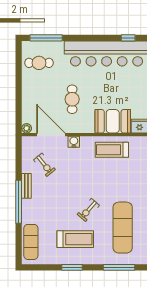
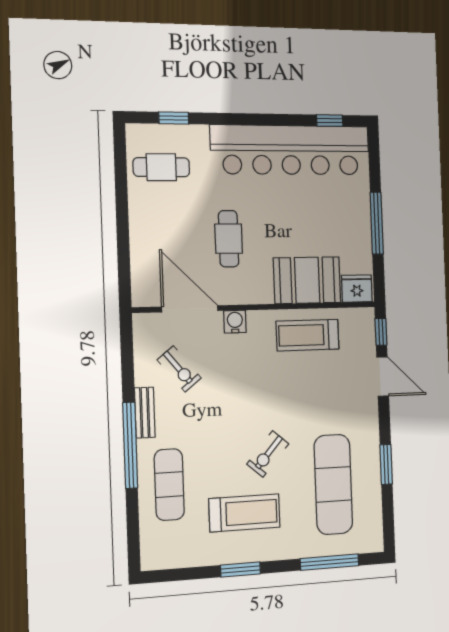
window: (46, 38) -> (174, 118), width x0.46
plant: (27, 128) -> (141, 297), removed
exercise mat: (31, 242) -> (169, 485), moved

